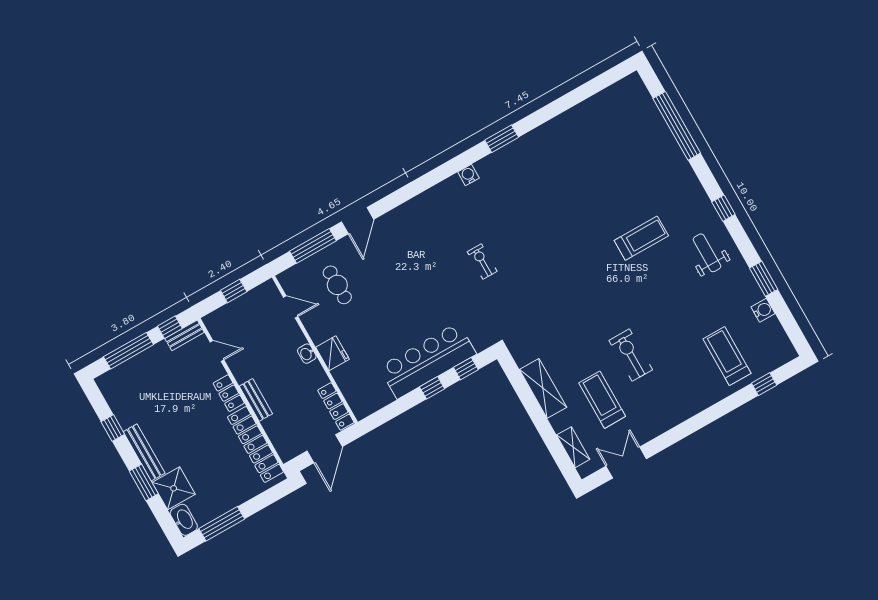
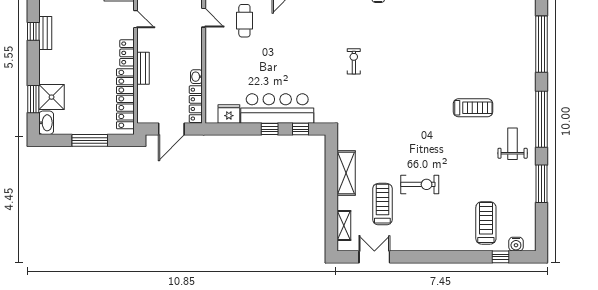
window: (723, 208) -> (542, 119), width x3.17
window: (764, 279) -> (542, 184), width x1.44
water cooler: (763, 310) -> (516, 244), moved, turned 90
fridge: (332, 353) -> (229, 114), moved, turned -90
washbasin: (307, 354) -> (196, 77), moved
exercise bike: (631, 355) -> (420, 184), turned 90
bench: (144, 452) -> (45, 33), moved, width x0.73
window: (144, 482) -> (33, 99), moved
window: (222, 524) -> (90, 140), moved

